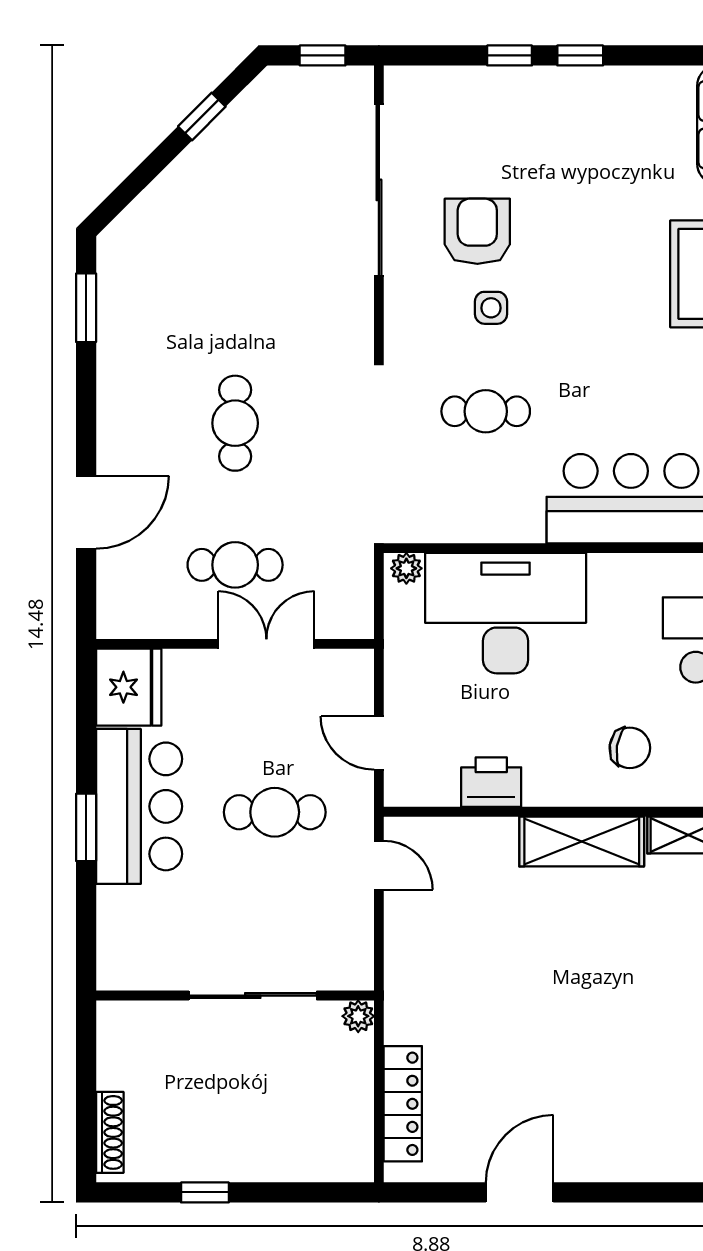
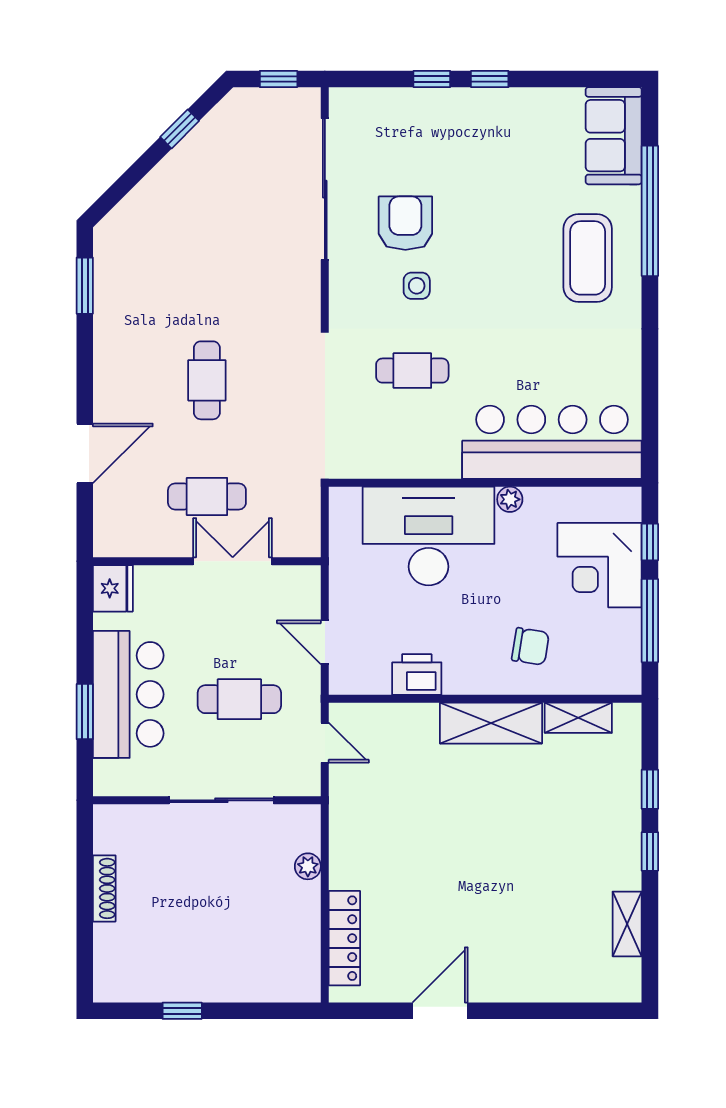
plant: (406, 568) -> (510, 499), moved
fridge: (129, 687) -> (113, 588), width x0.73, depth x0.75
wall: (235, 996) -> (207, 800), moved
sliding door: (253, 996) -> (221, 800), moved
shoe rack: (110, 1132) -> (104, 888), moved

